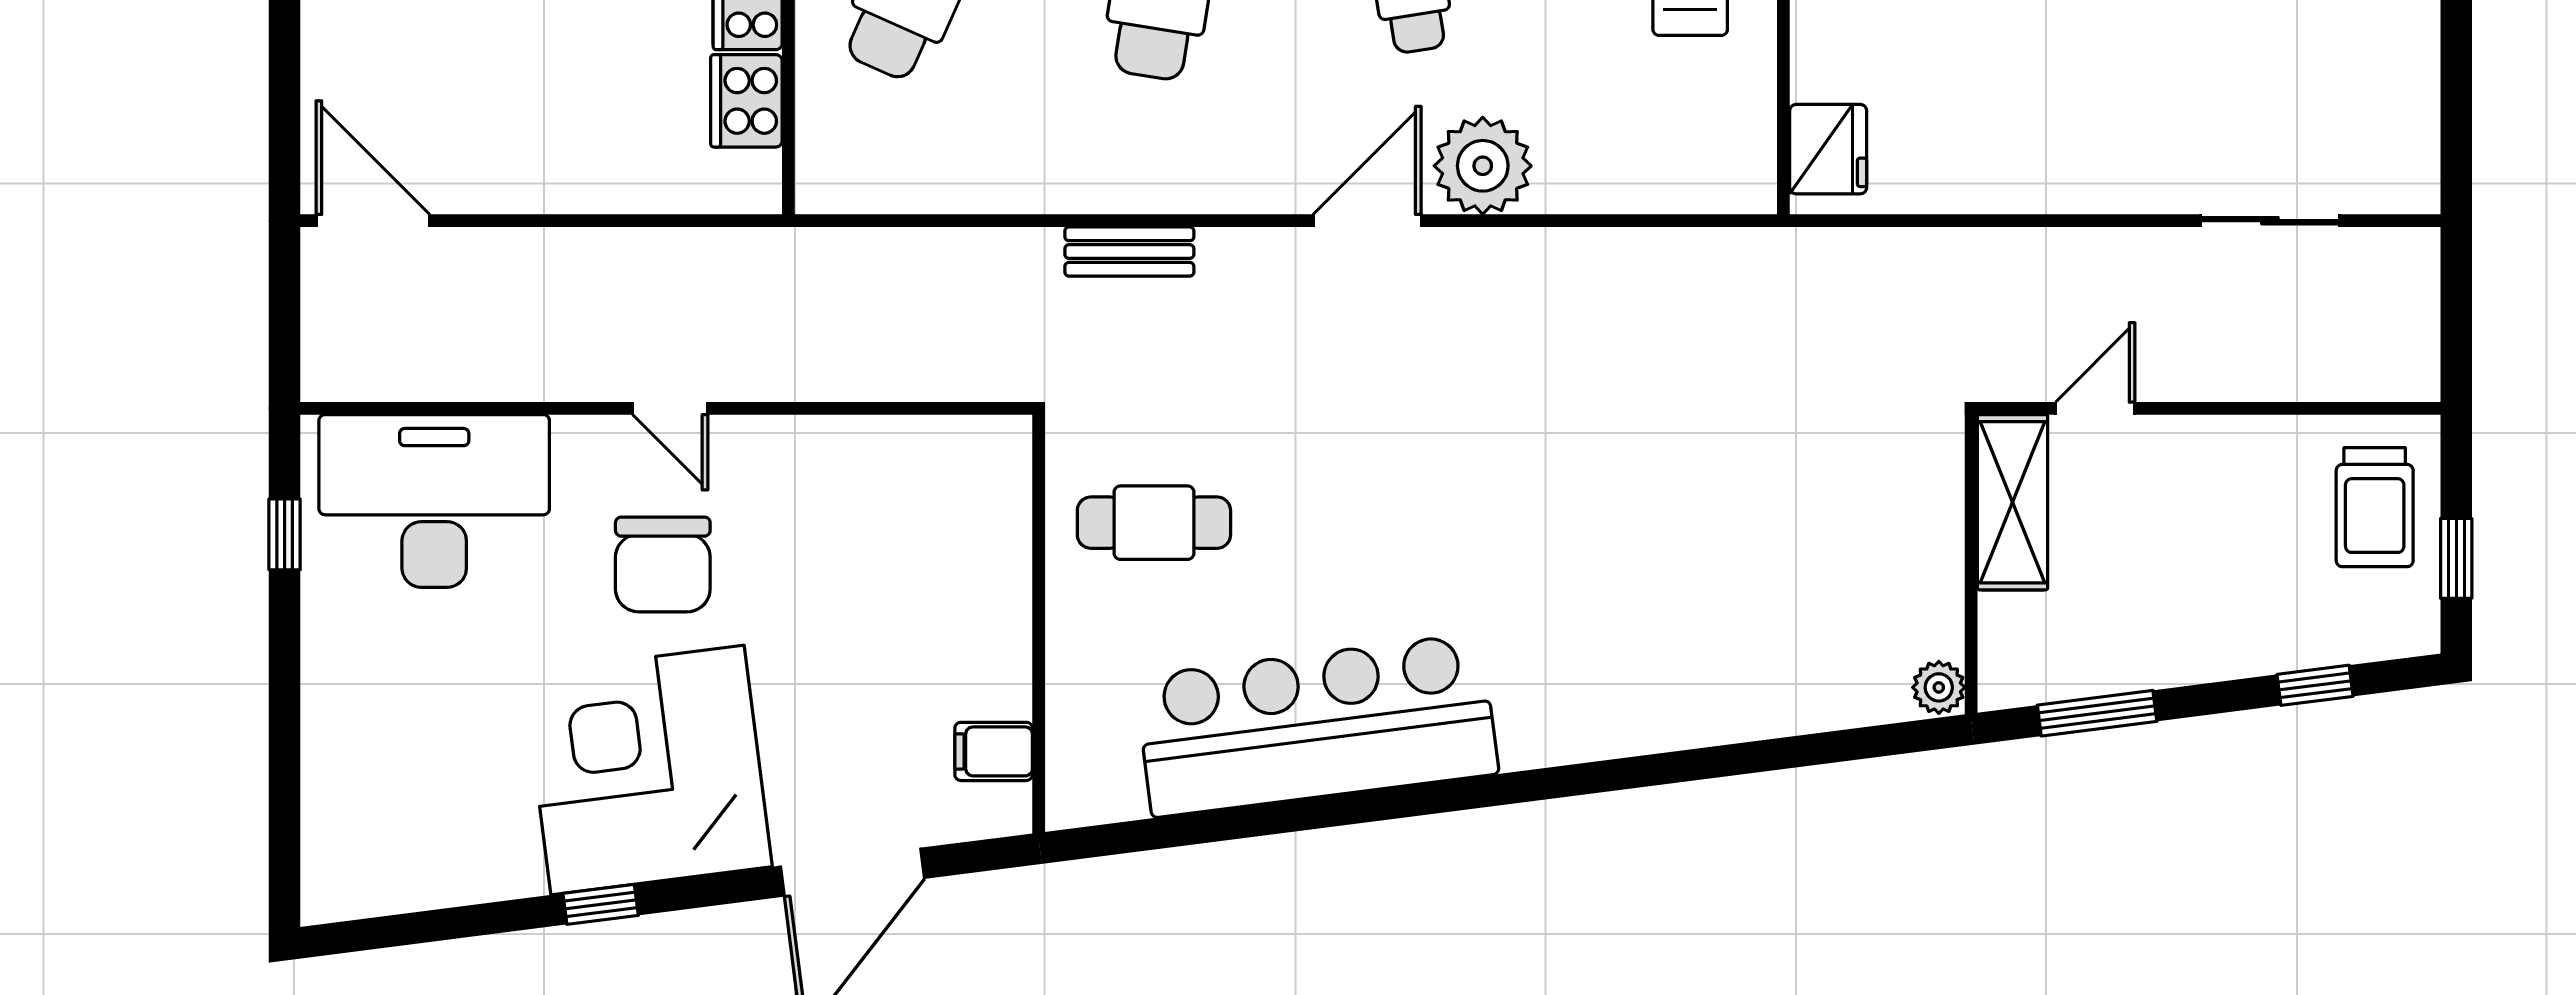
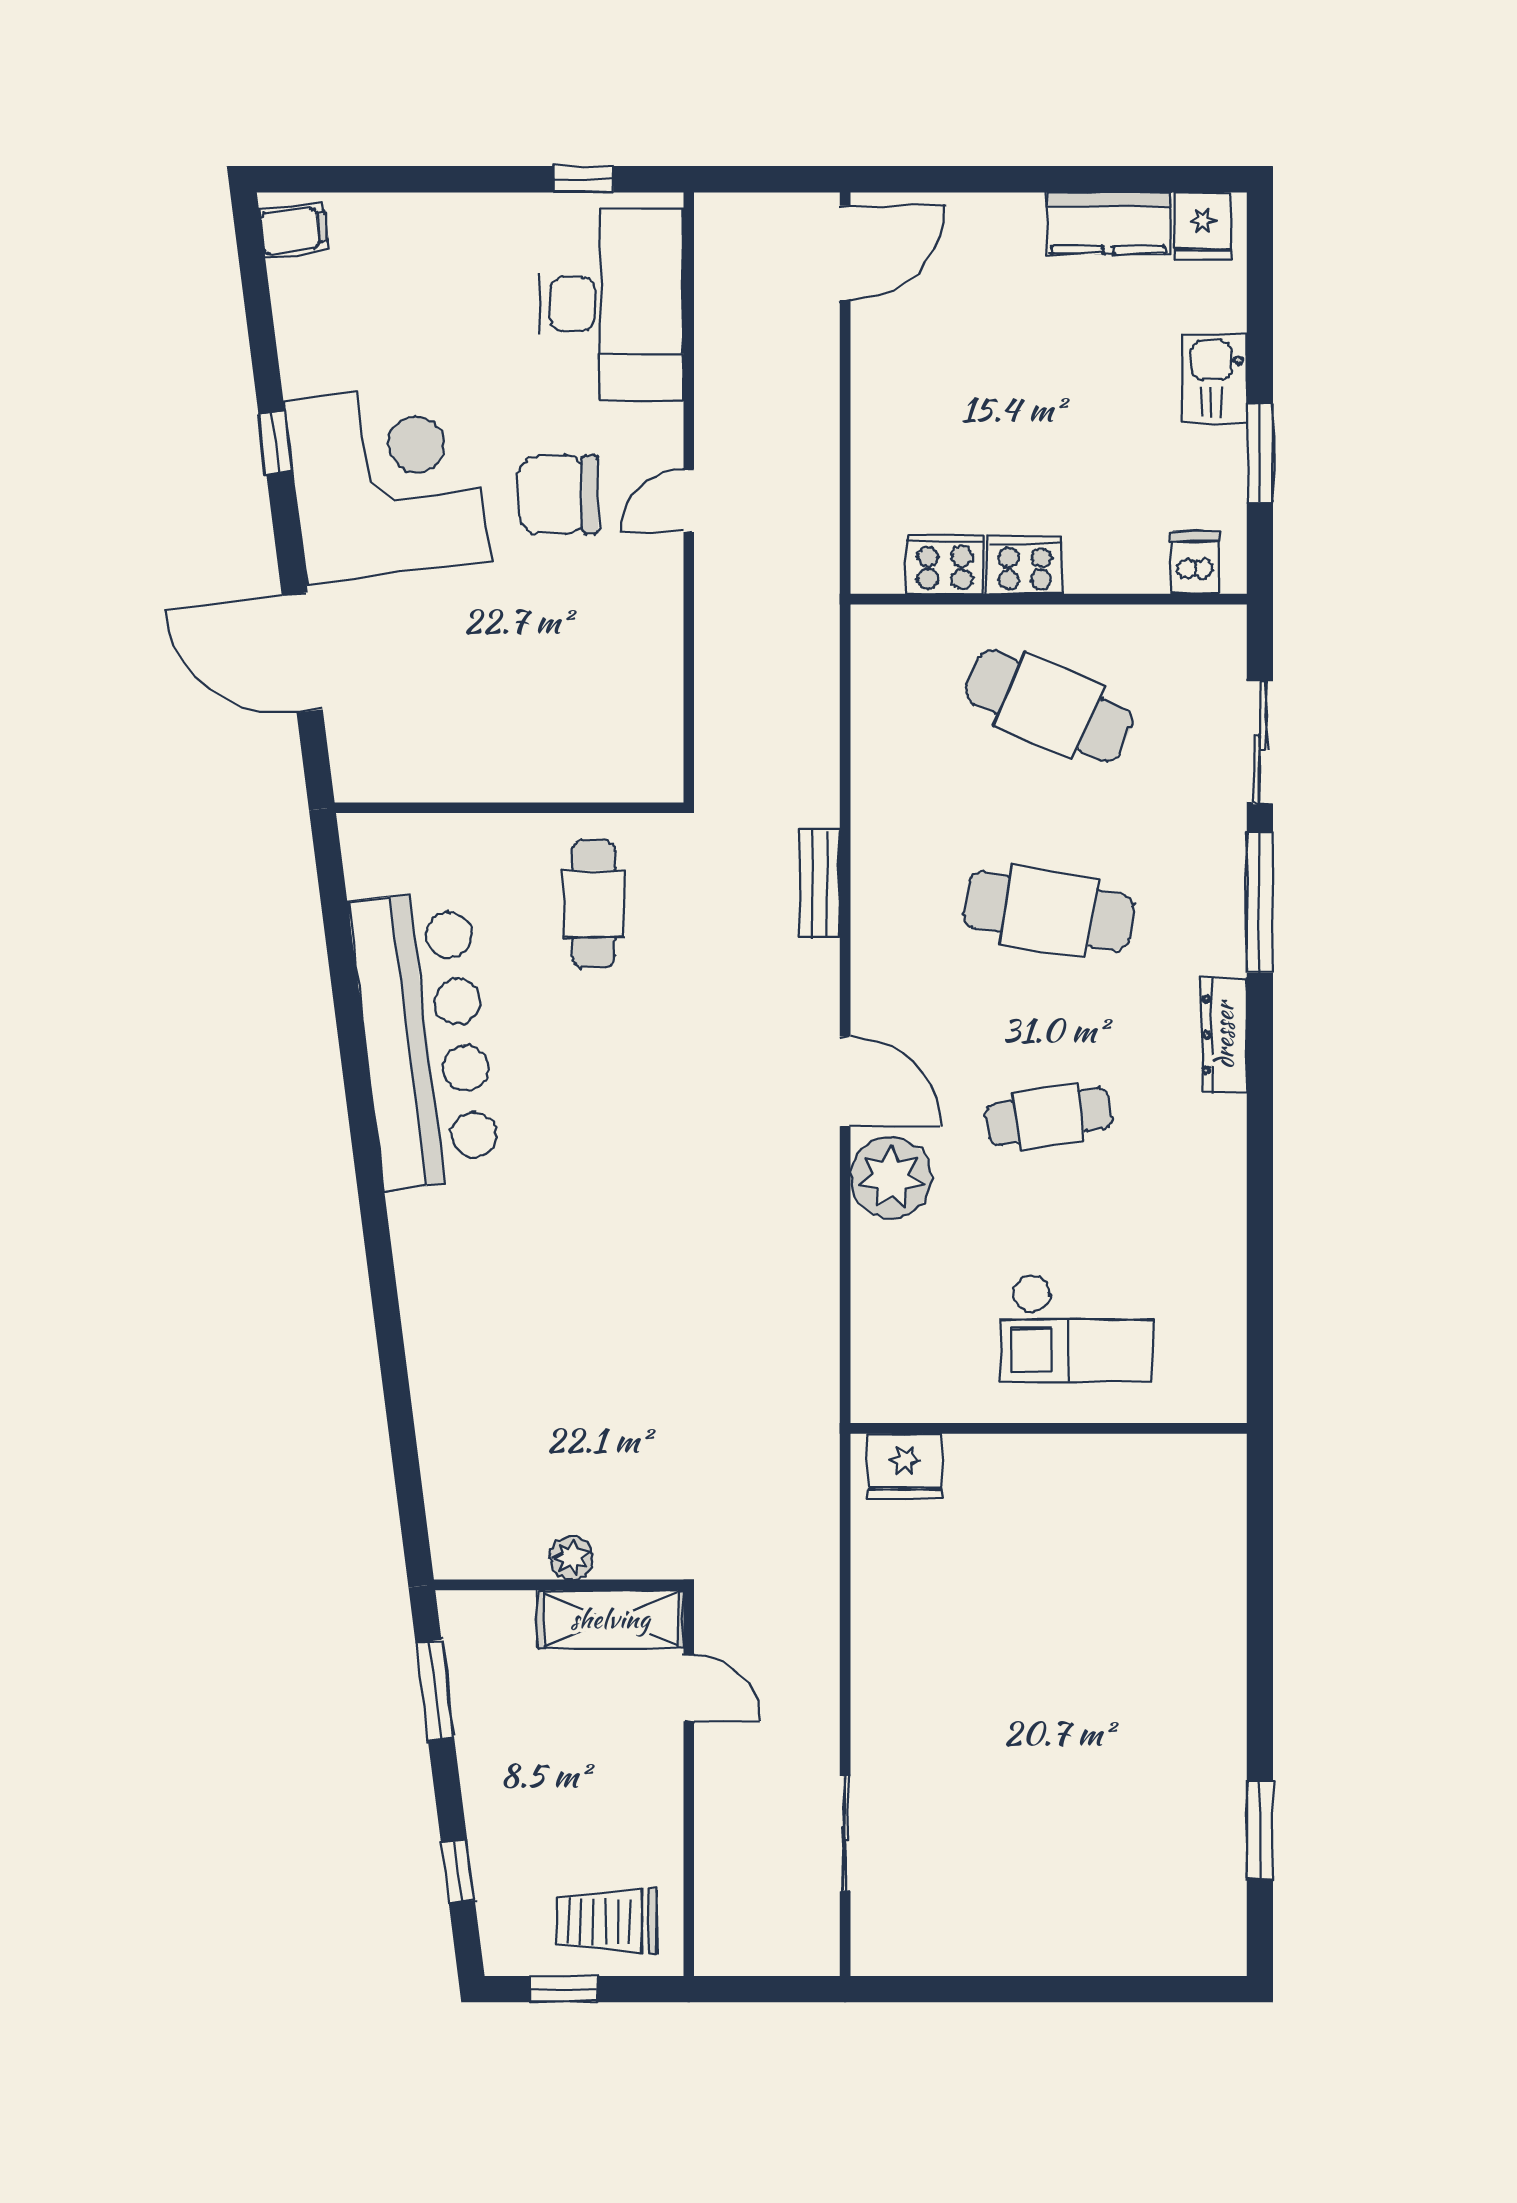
plant: (1939, 687) -> (571, 1558), moved
filing cabinet: (994, 751) -> (294, 230), moved, turned 83

